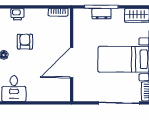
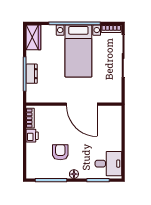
printer: (18, 14) -> (32, 136), moved
armchair: (25, 42) -> (60, 152), turned 90

